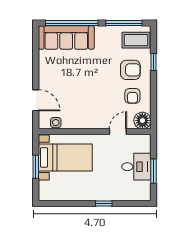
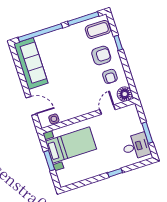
sofa: (66, 37) -> (31, 63), moved, turned -90
desk: (136, 167) -> (136, 146), moved

